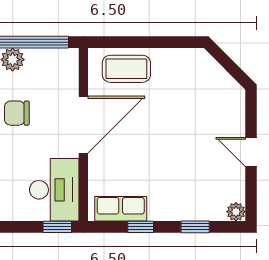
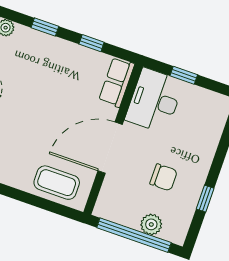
row of seats: (121, 209) -> (117, 82), moved, turned 90
window: (57, 227) -> (184, 75), moved

